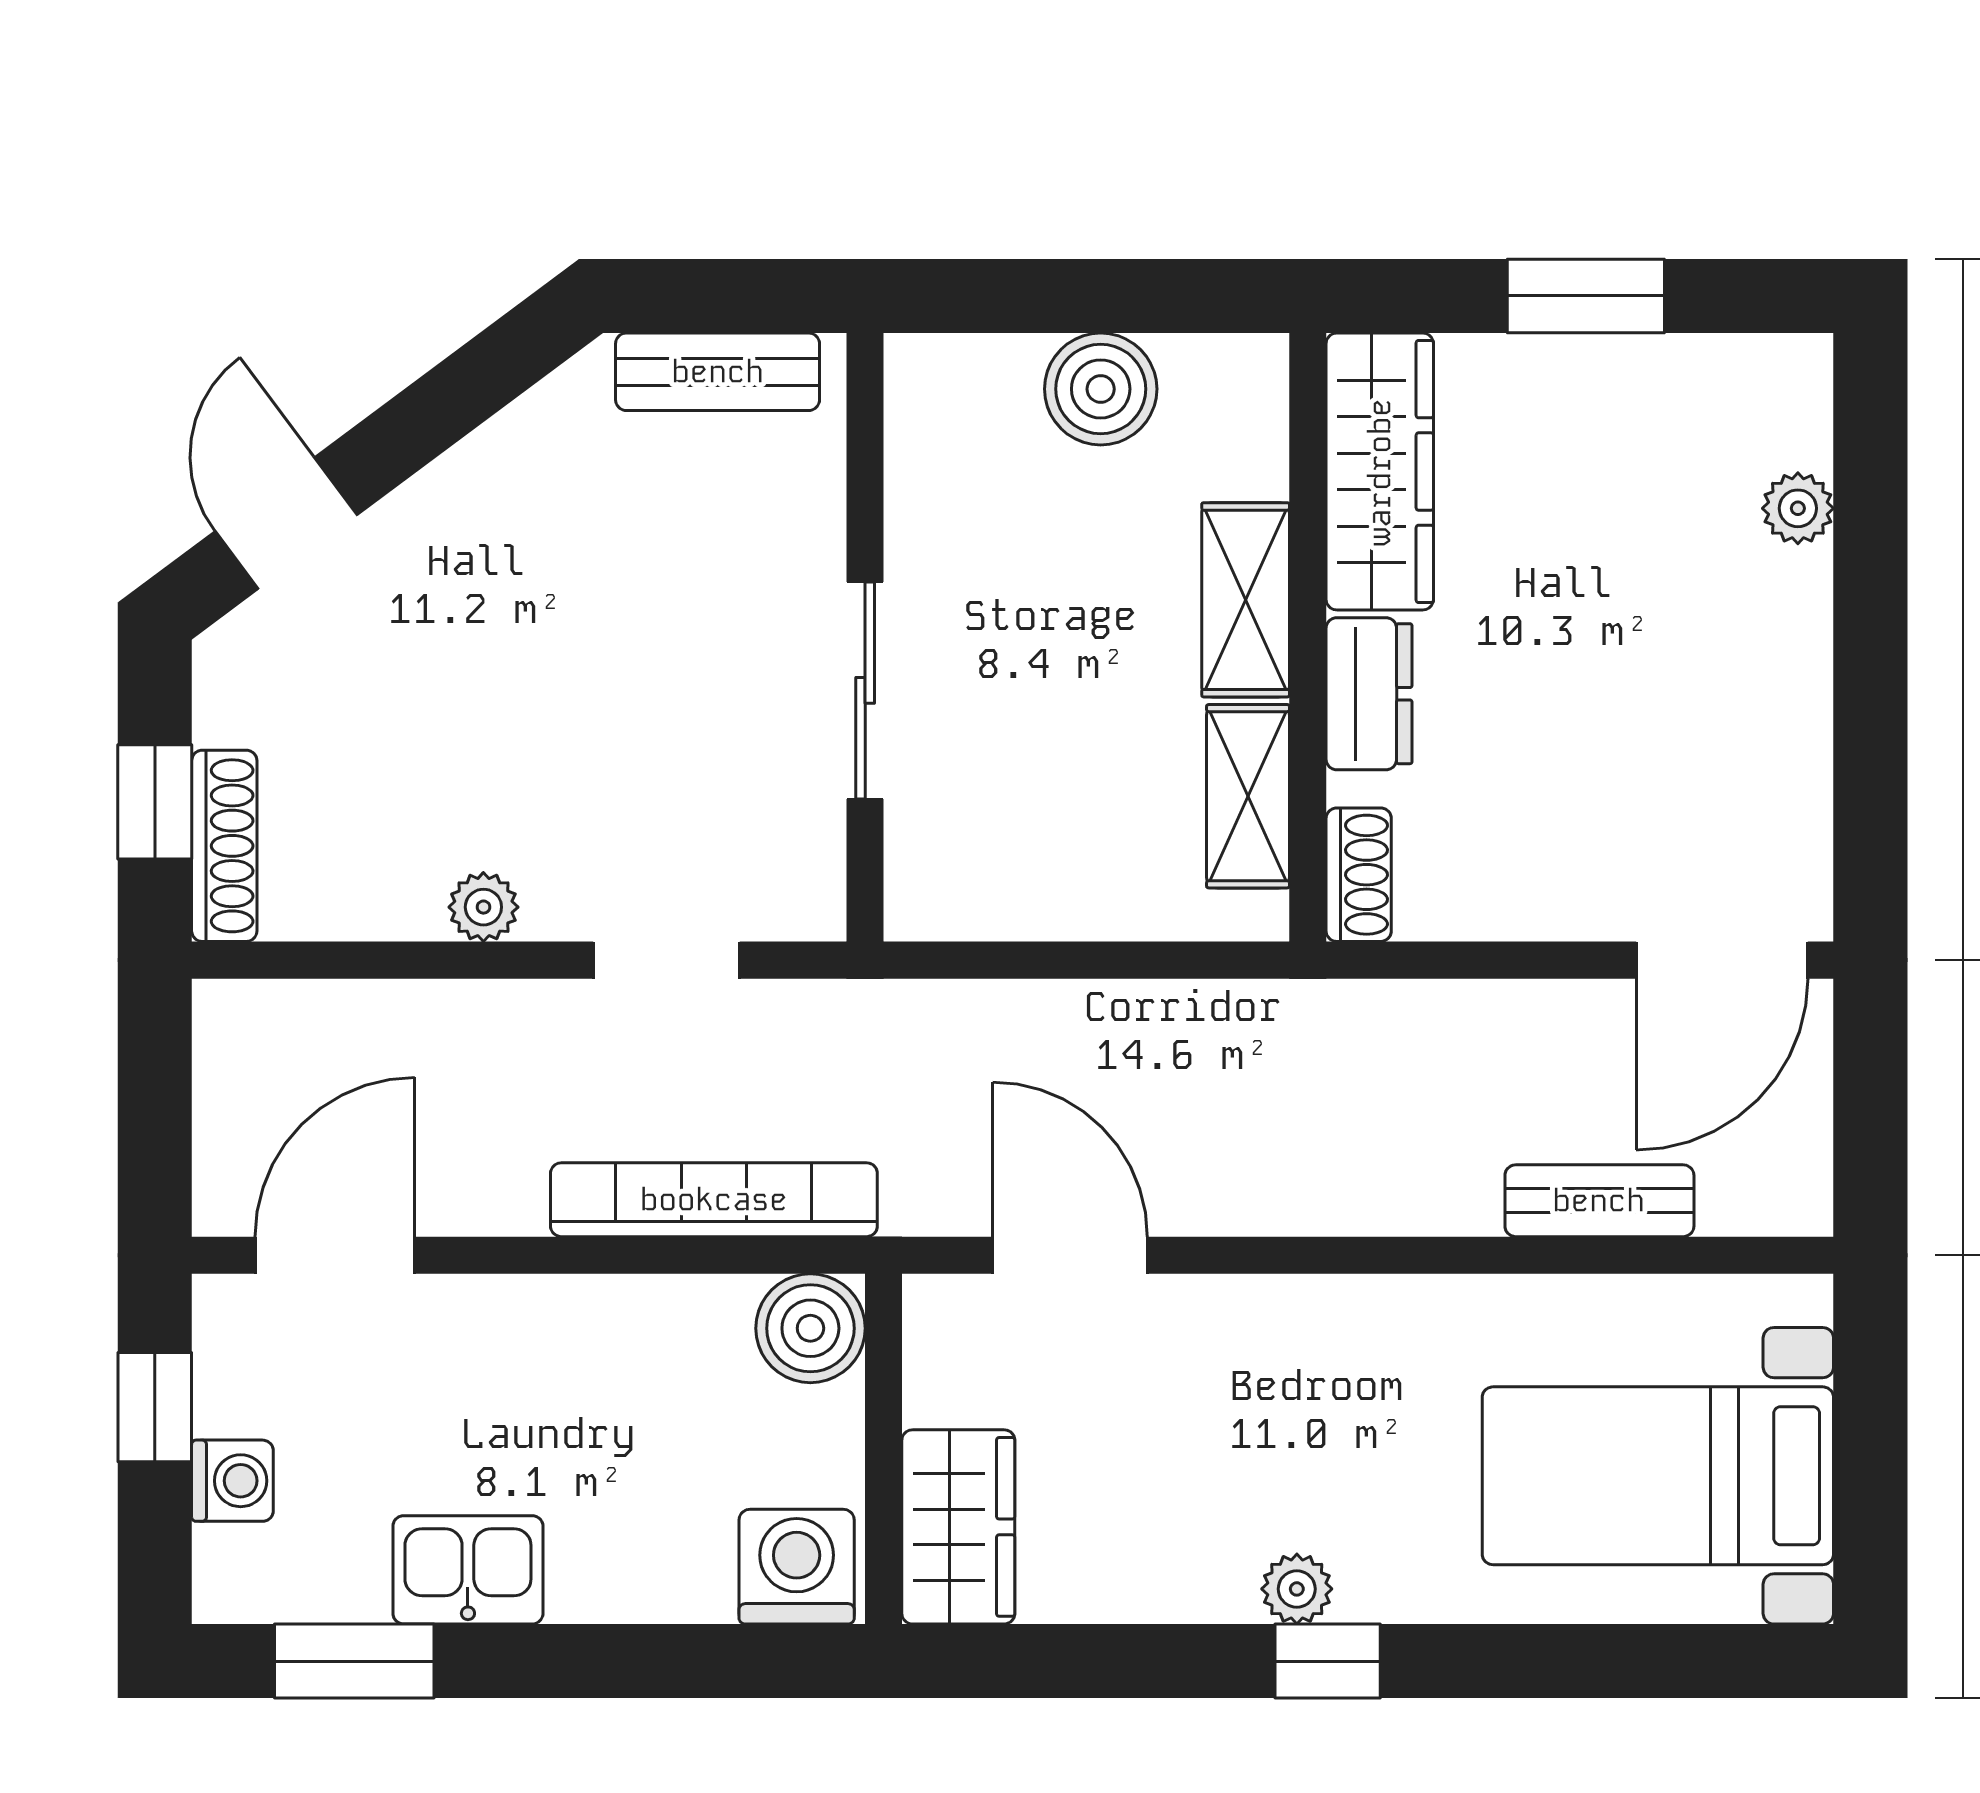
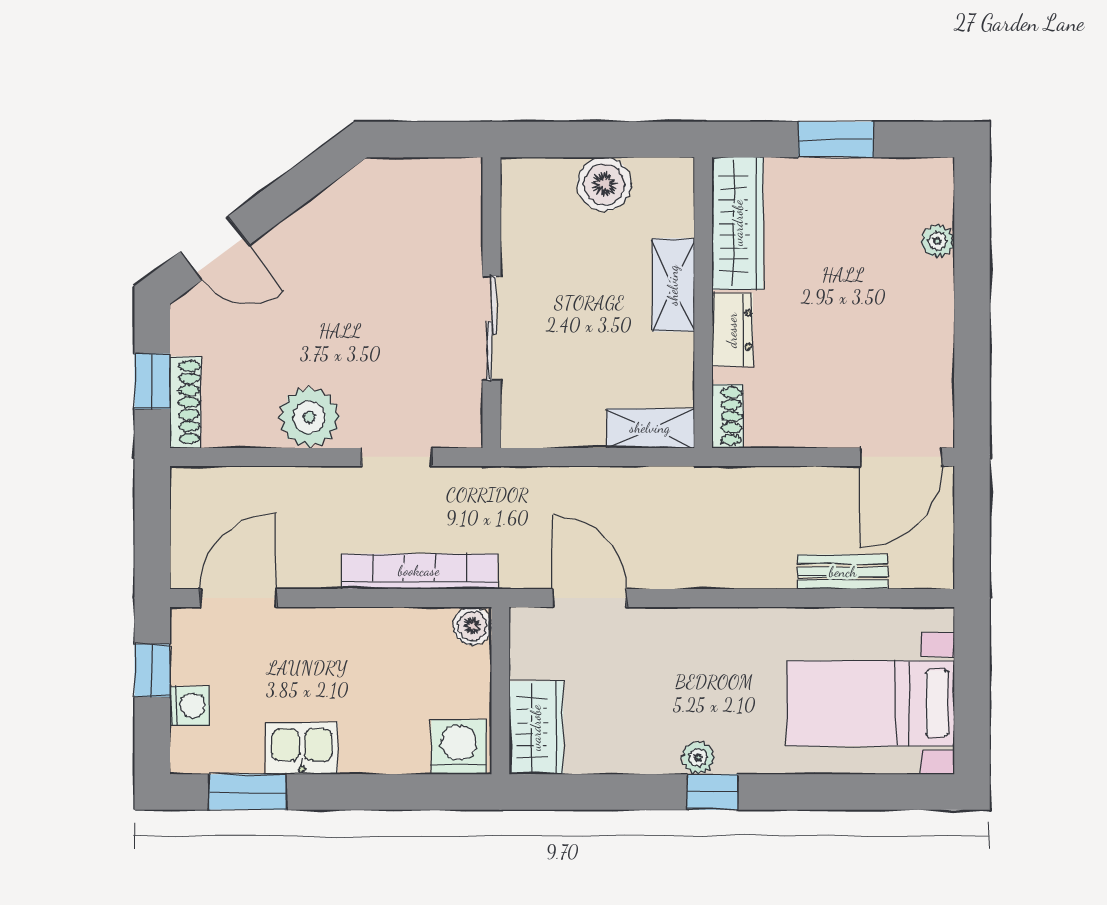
bench: (718, 372) -> (421, 176), removed
door: (286, 523) -> (215, 248), swing flipped
shelving: (1248, 796) -> (650, 428), moved, turned 90
plant: (483, 907) -> (309, 417), width x1.88, depth x1.88
boiler: (810, 1328) -> (472, 626), width x0.73, depth x0.73

